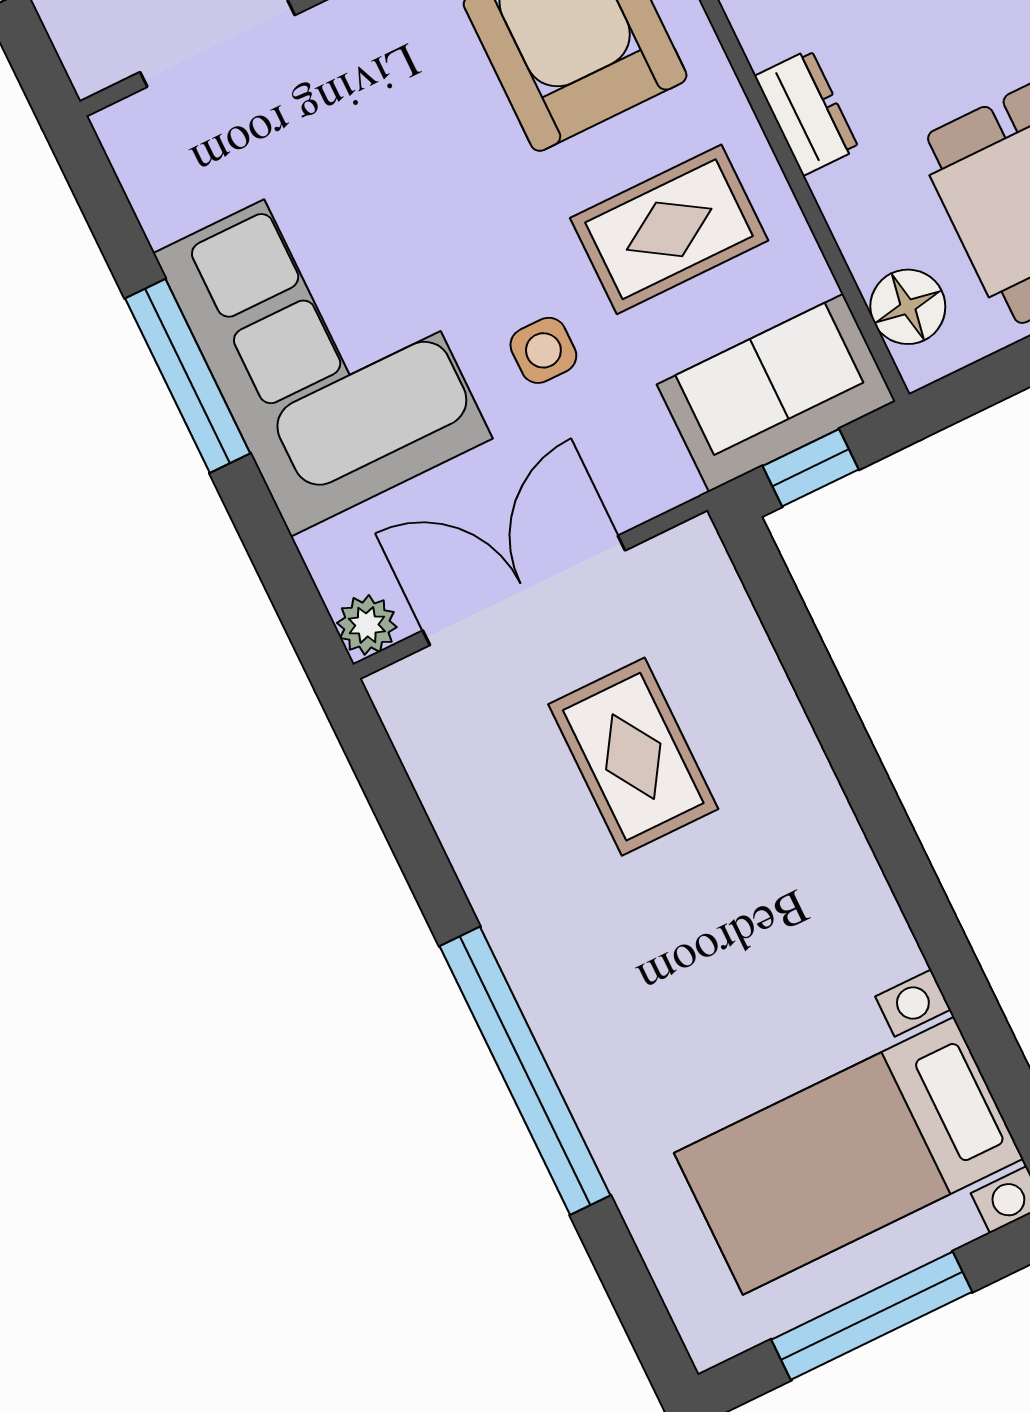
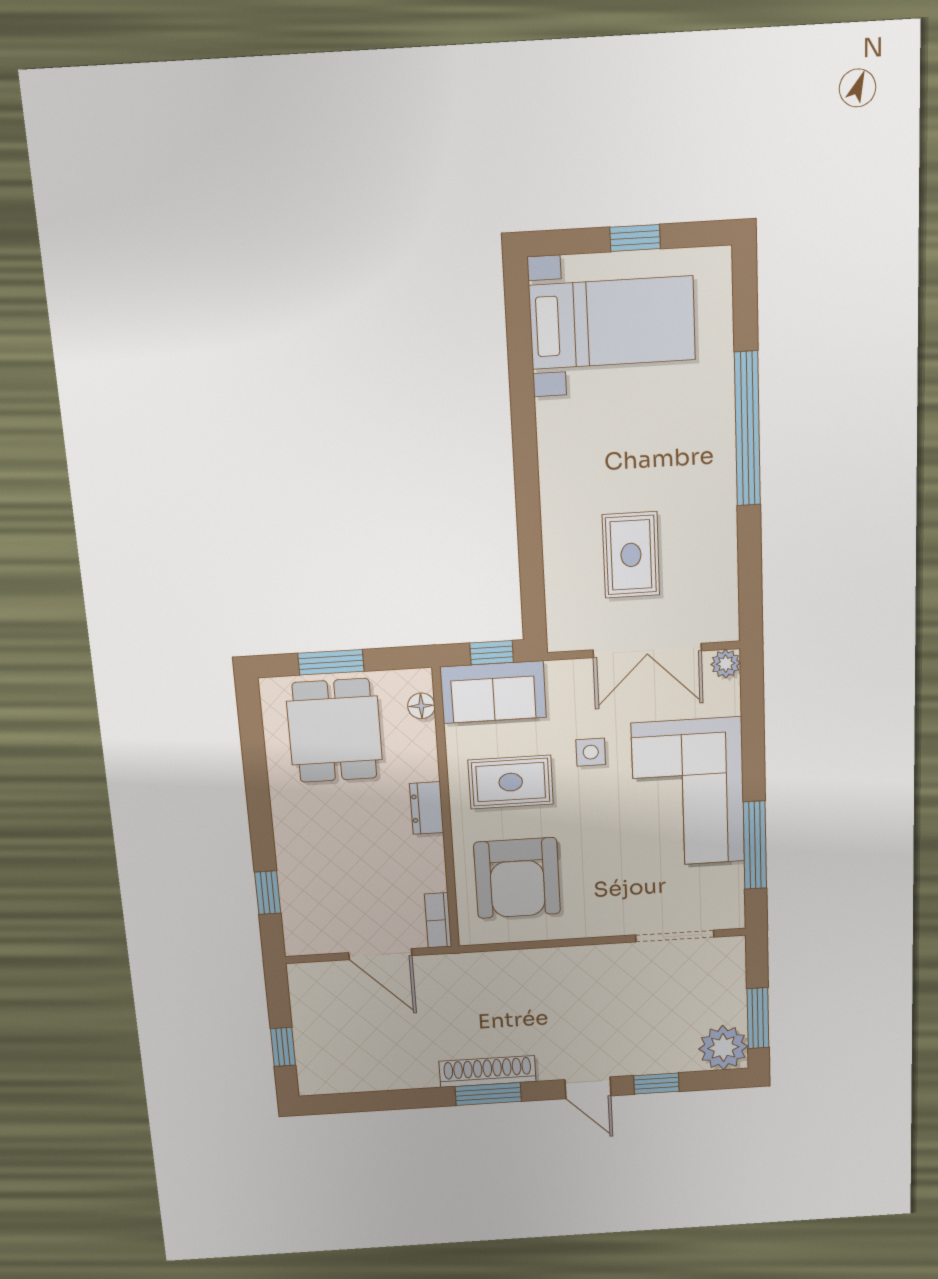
floor lamp: (908, 307) -> (421, 706), width x0.73, depth x0.73
window: (188, 376) -> (755, 845), moved
window: (872, 1316) -> (635, 238), width x0.46

